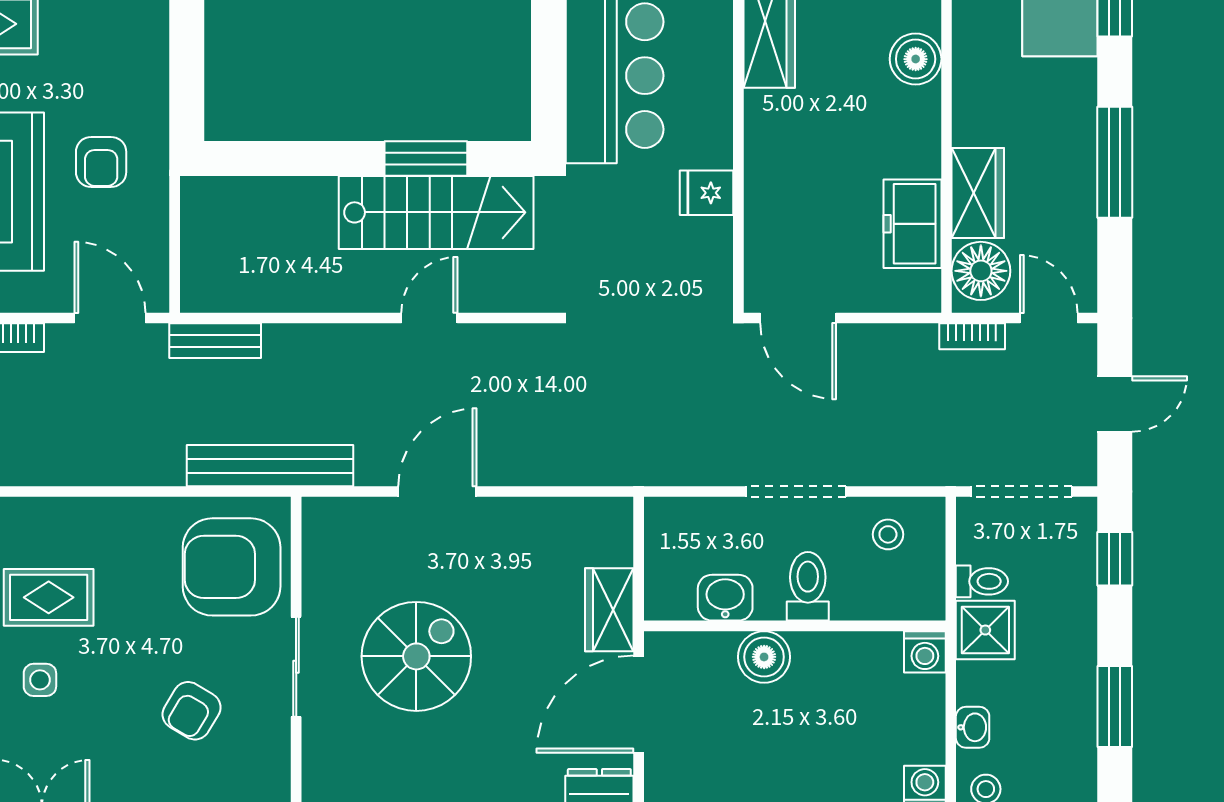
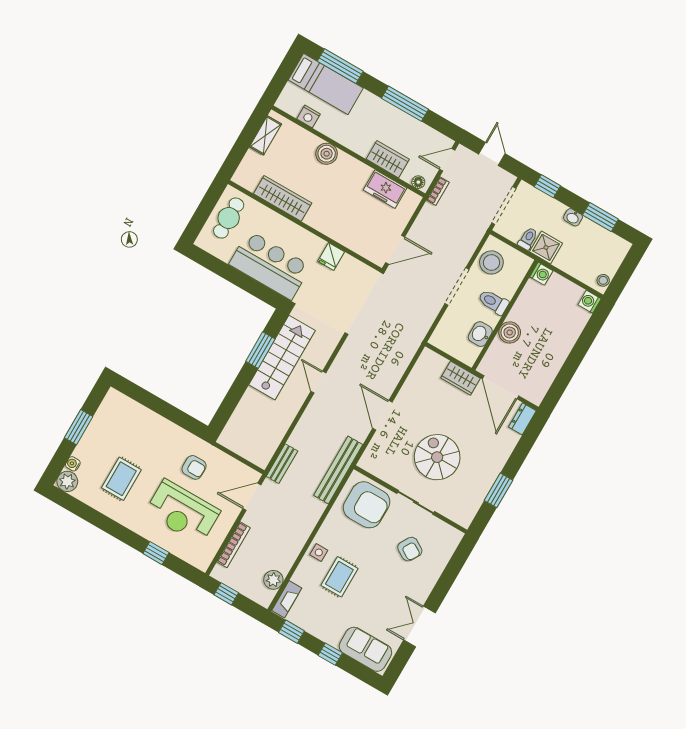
floor lamp: (981, 271) -> (418, 182), width x0.53, depth x0.53
stool: (888, 534) -> (491, 262), width x1.89, depth x1.89
armchair: (232, 567) -> (367, 505), turned -90
side table: (40, 680) -> (319, 552), moved
washbasin: (973, 727) -> (573, 217), moved, turned 180

